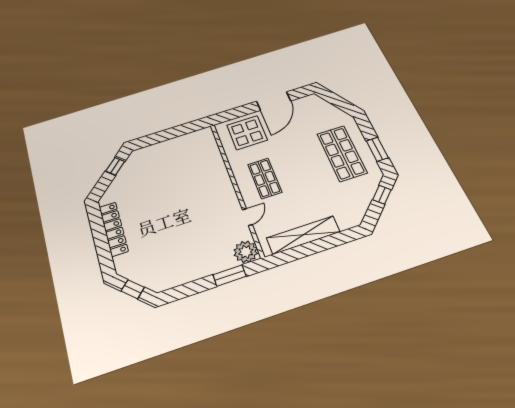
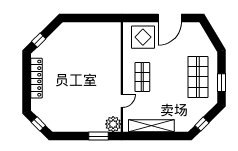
window: (115, 166) -> (39, 40), moved
window: (382, 195) -> (202, 124), moved

